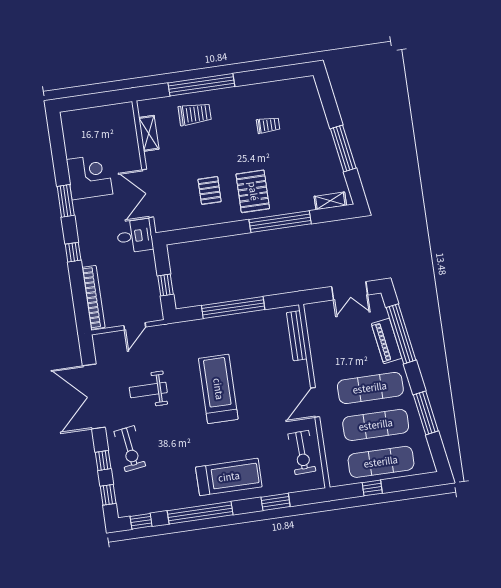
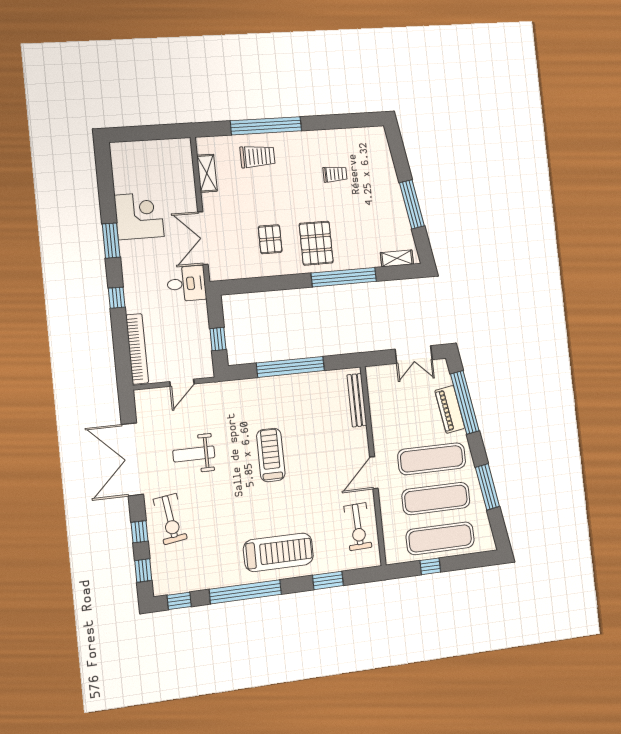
treadmill: (218, 389) -> (271, 455), width x0.73, depth x0.73

